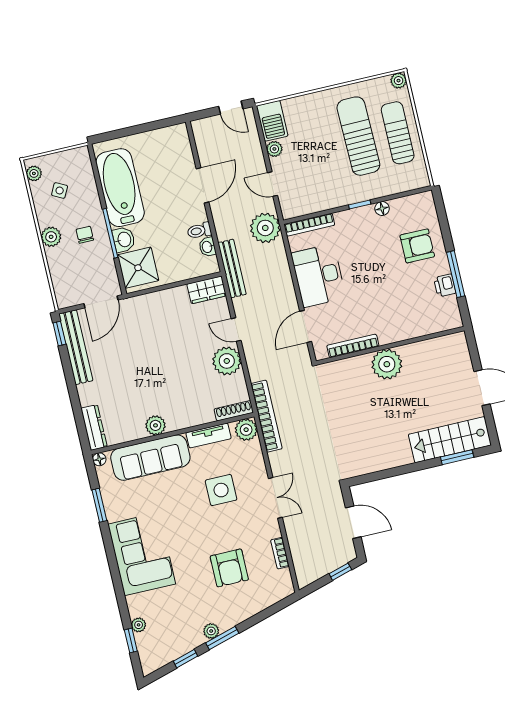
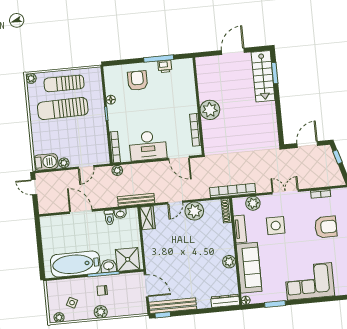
door: (231, 108) -> (34, 187), swing flipped
plant: (265, 228) -> (117, 170), width x0.53, depth x0.53
plant: (246, 430) -> (253, 203), moved

